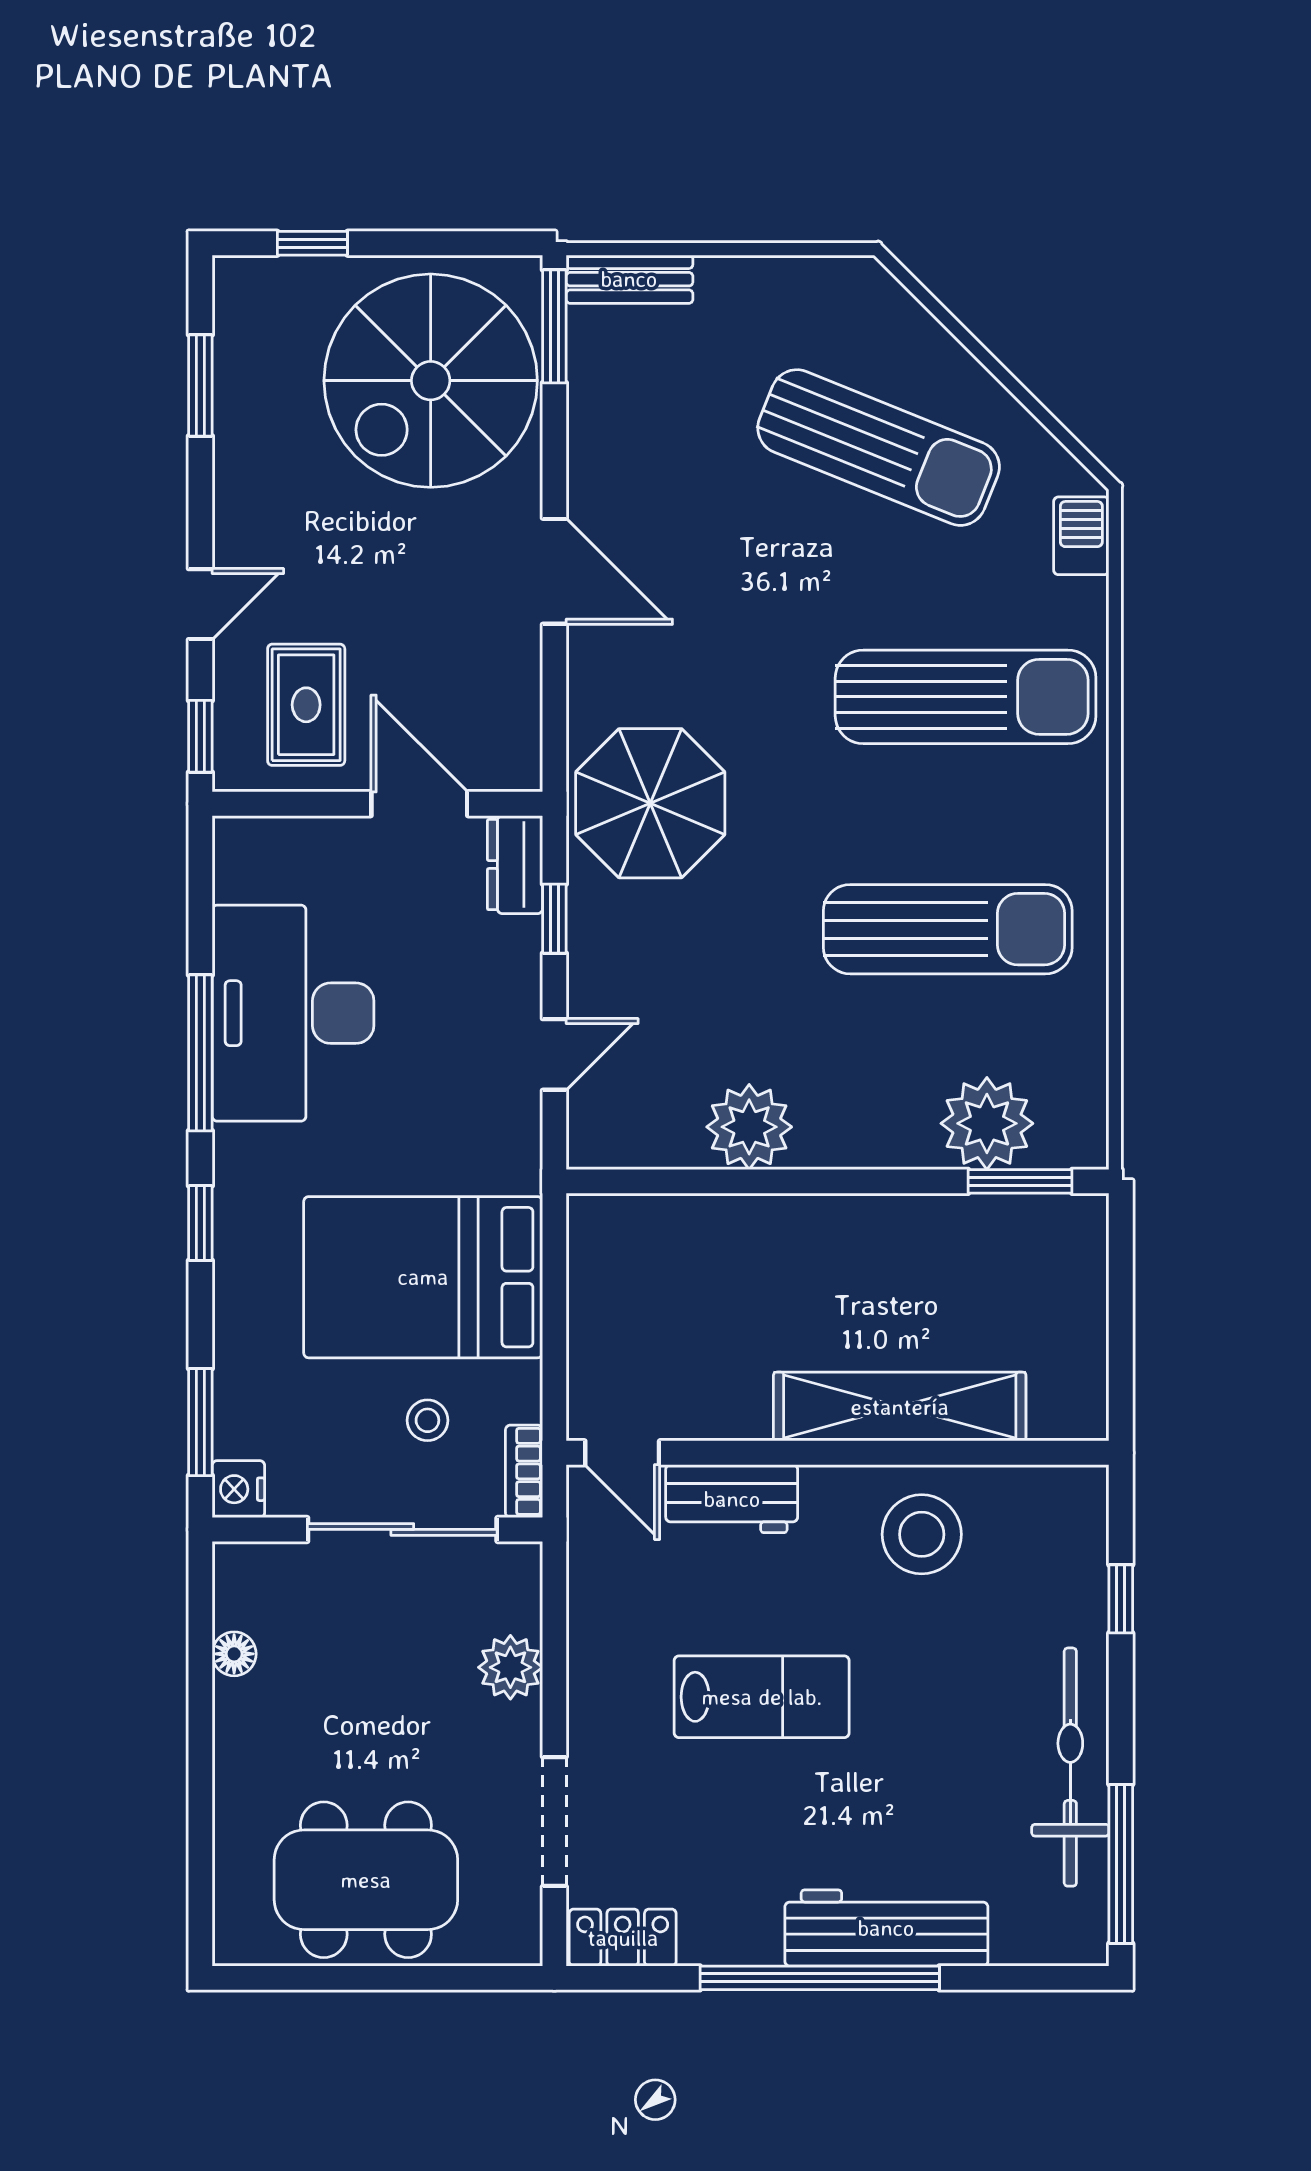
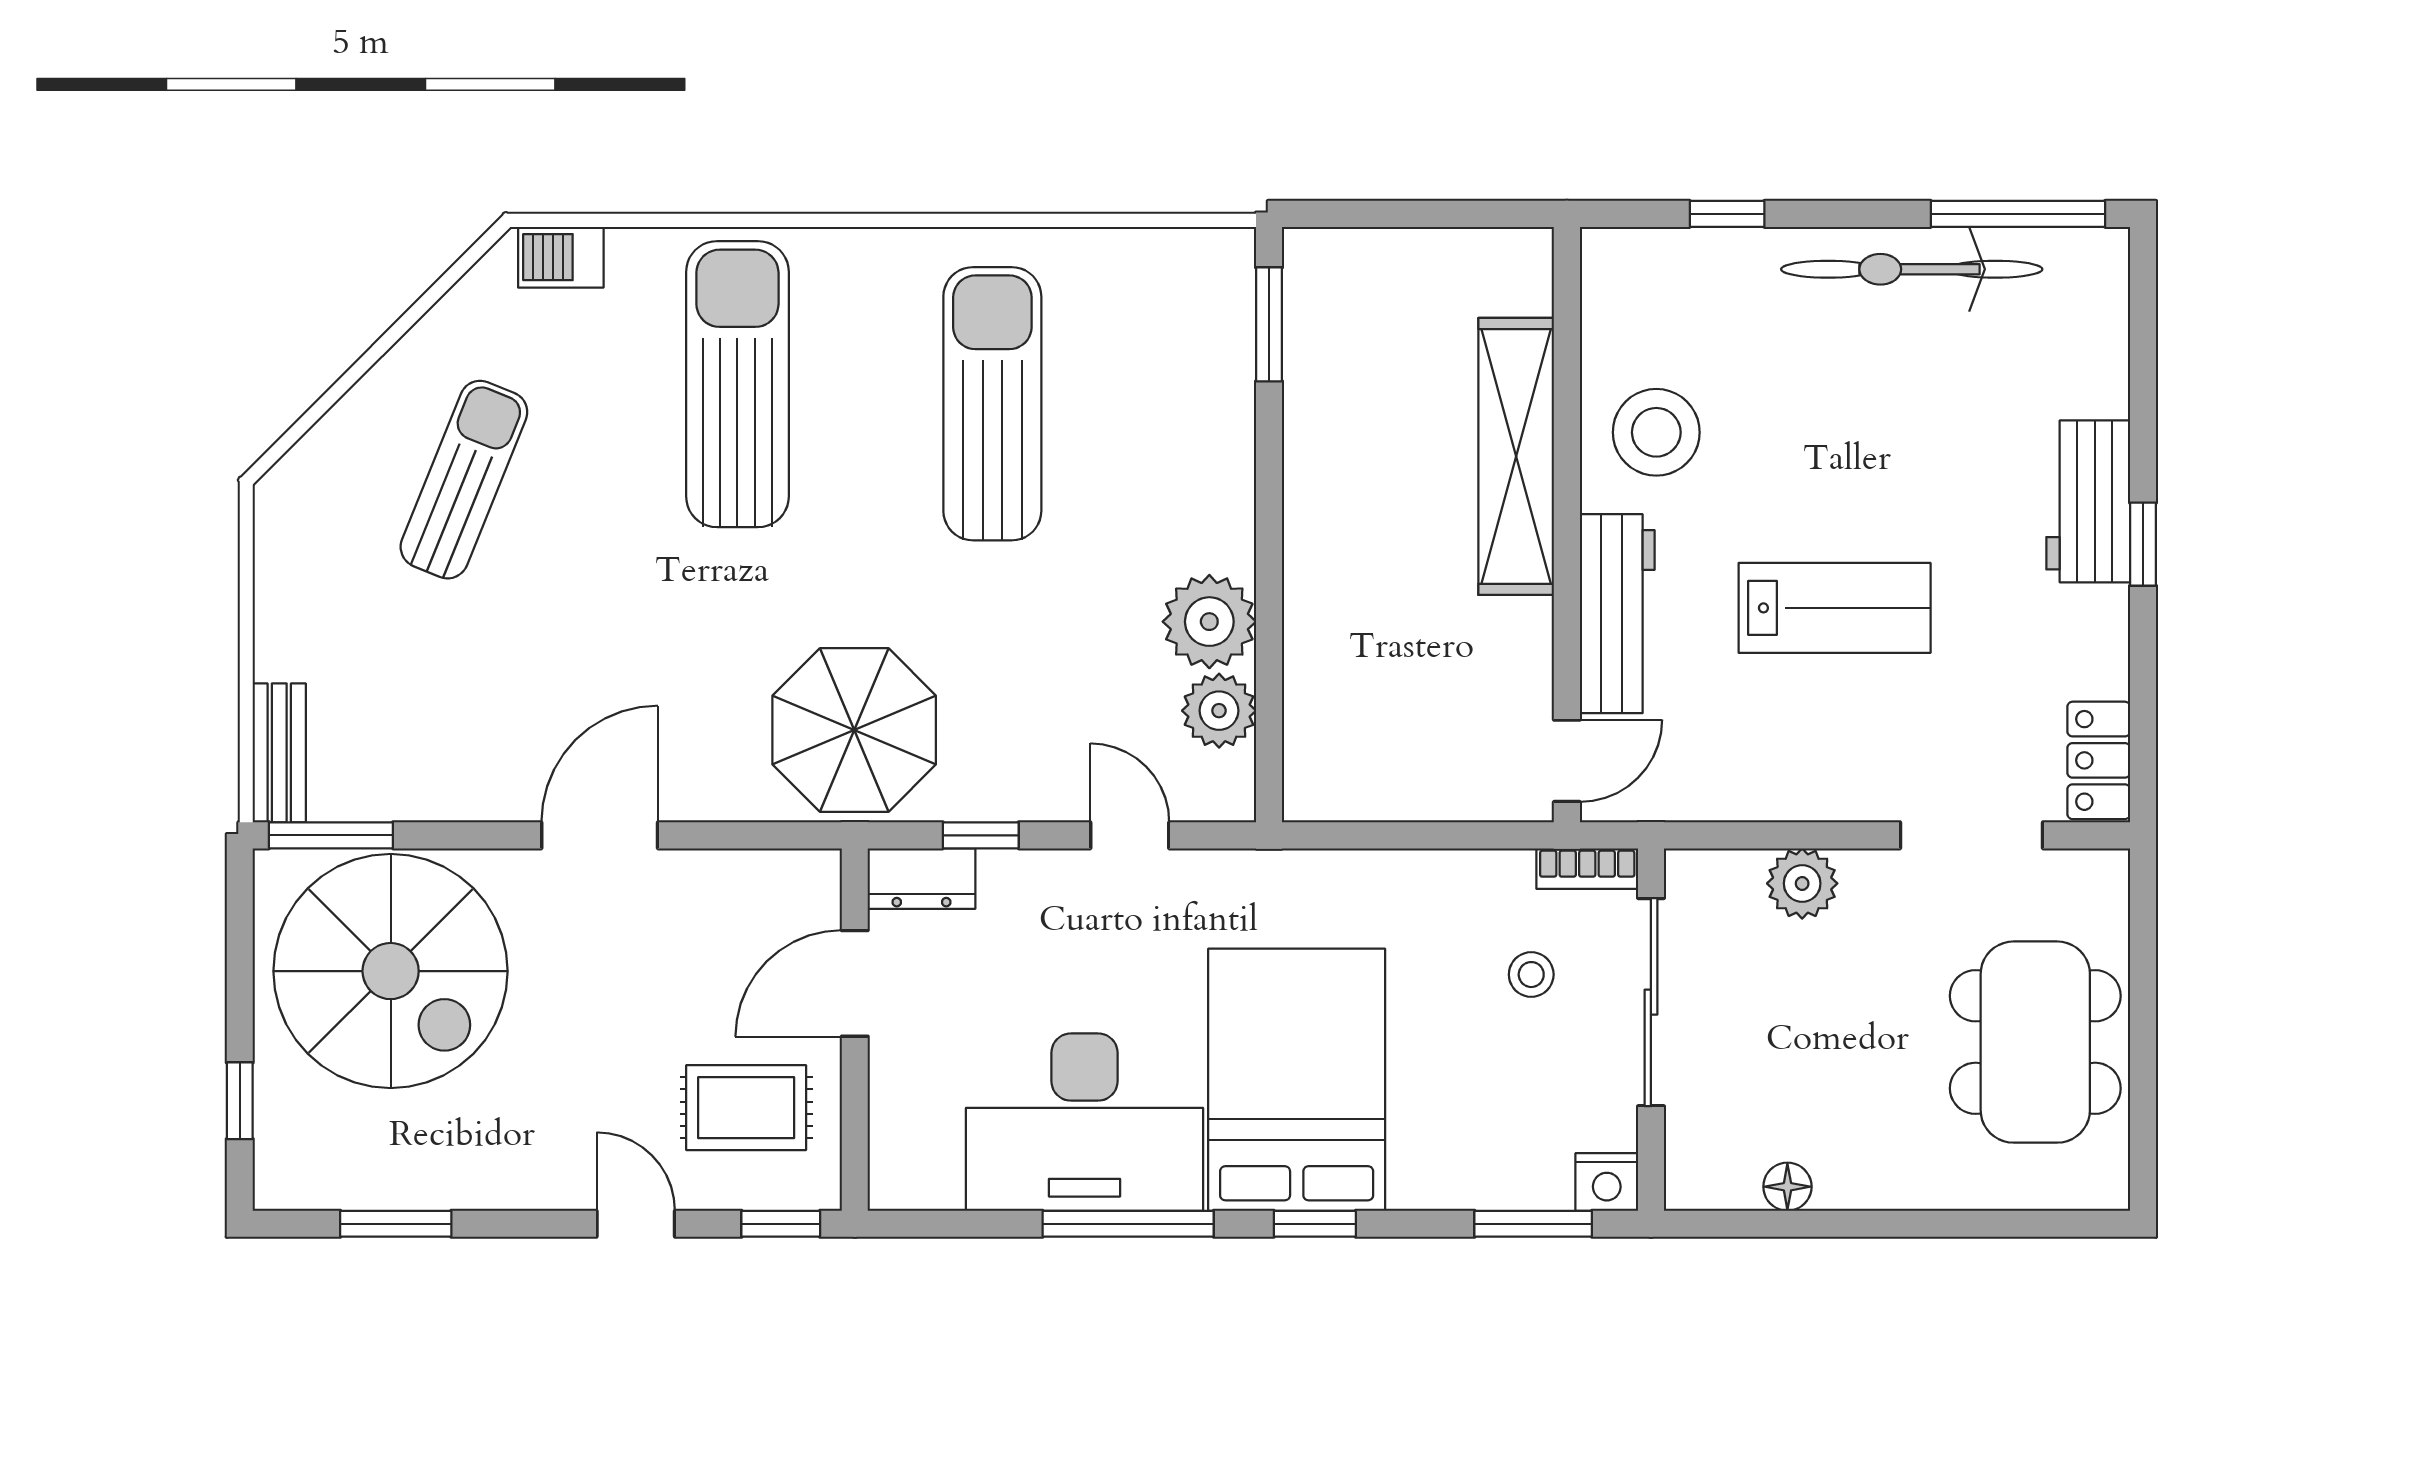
sun lounger: (879, 448) -> (464, 480), width x0.73, depth x0.75
plant: (987, 1123) -> (1219, 711), moved, width x0.73, depth x0.73
bed: (423, 1277) -> (1297, 1080), moved, turned 180
workbench: (732, 1499) -> (1617, 614), width x1.38
lab bench: (762, 1697) -> (1835, 608), turned 90
workbench: (886, 1928) -> (2088, 501), width x0.73
window: (820, 1978) -> (2143, 544), width x0.32

